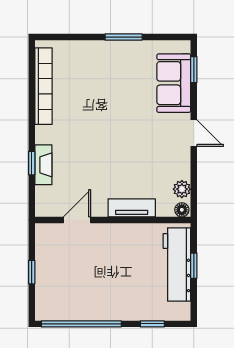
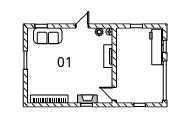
door: (194, 133) -> (82, 26), moved
door: (77, 220) -> (114, 94), moved
workbench: (177, 264) -> (157, 47), moved, turned 90

